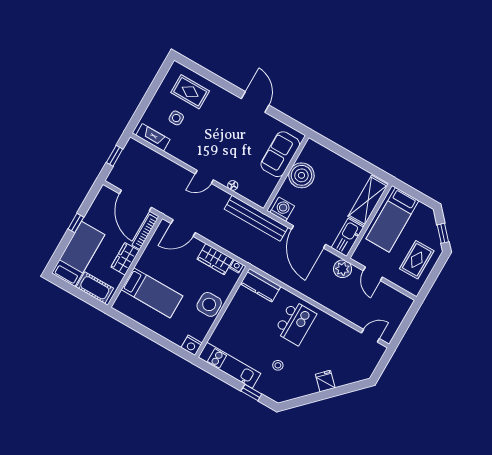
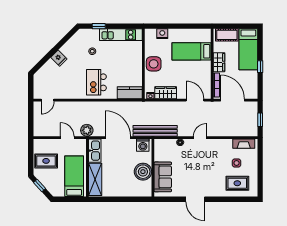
door: (183, 228) -> (195, 100), hinge flipped
rug: (417, 260) -> (46, 161), turned 90
nightstand: (192, 345) -> (162, 34), moved

